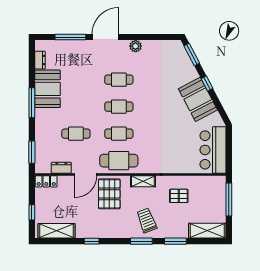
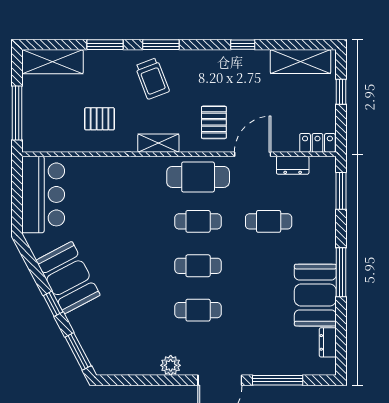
pallet: (109, 194) -> (214, 122), width x0.67, depth x0.71

